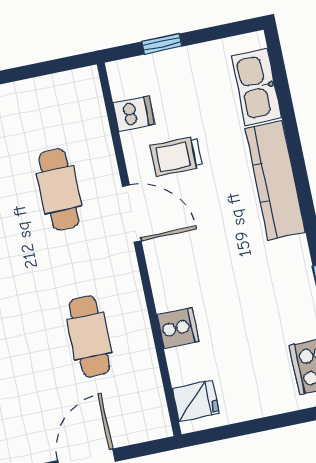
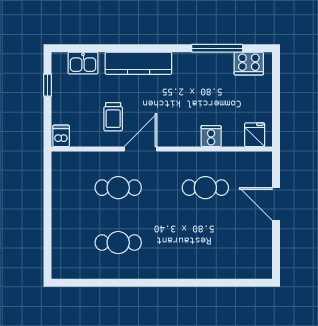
window: (162, 44) -> (48, 85), moved
kitchen sink: (256, 87) -> (83, 63), width x0.73
dishwasher: (134, 114) -> (61, 136), moved

